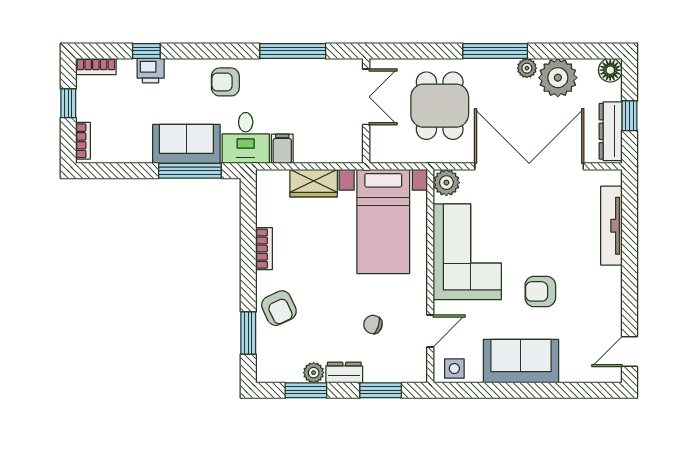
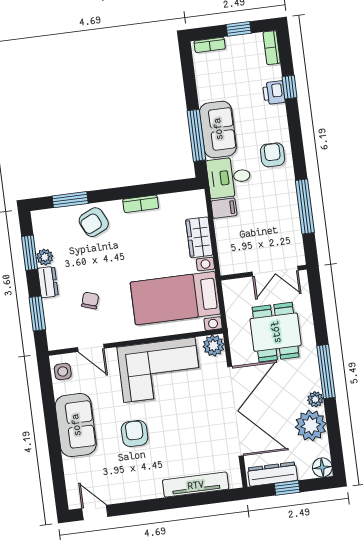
dining table: (440, 106) -> (276, 332), turned 90

